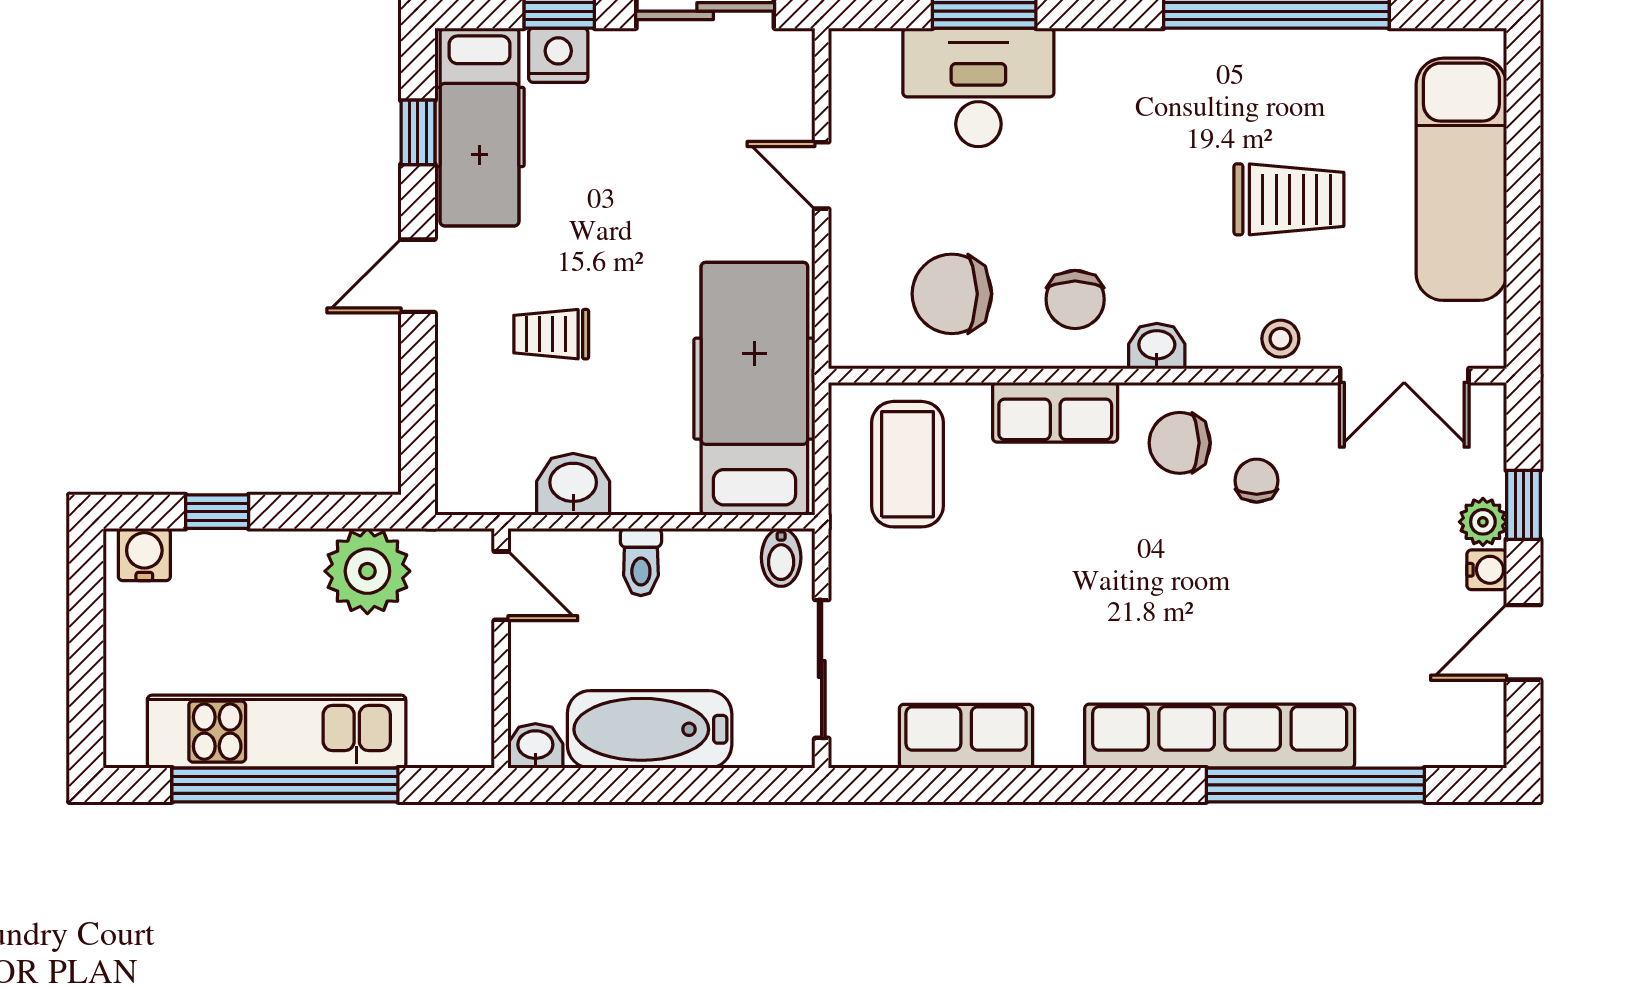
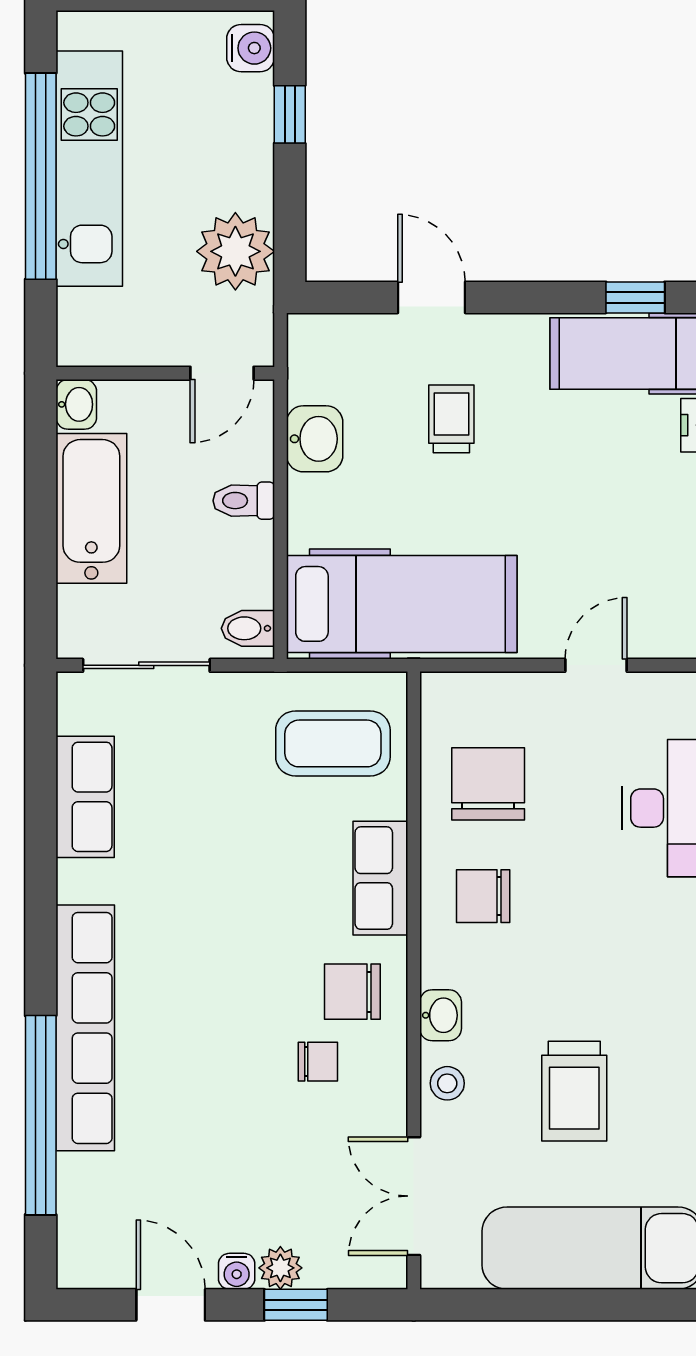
door: (418, 276) -> (431, 297), moved
washbasin: (1157, 346) -> (441, 1015), moved
chair: (1180, 443) -> (352, 992), turned -90

